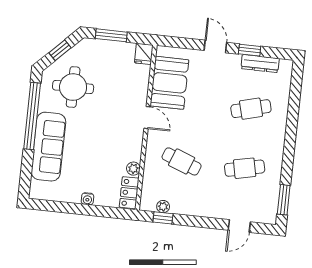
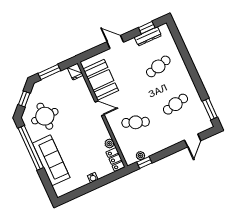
window: (250, 50) -> (147, 28), moved

